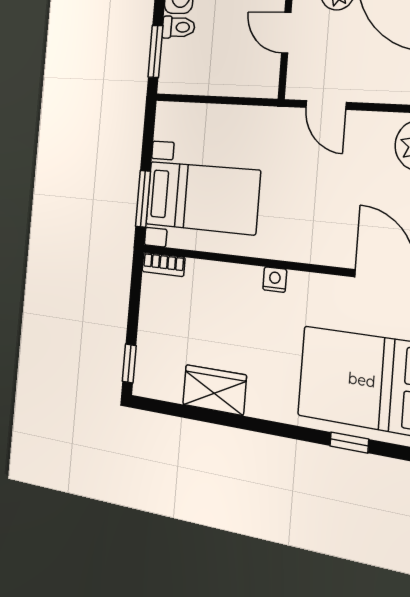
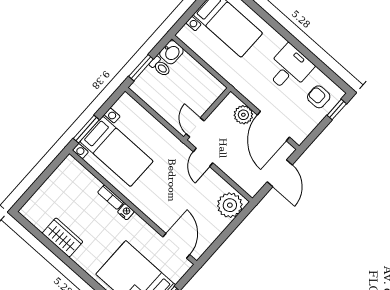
door: (286, 33) -> (195, 127), moved
bookcase: (163, 264) -> (111, 197), moved
window: (129, 363) -> (26, 197), removed

